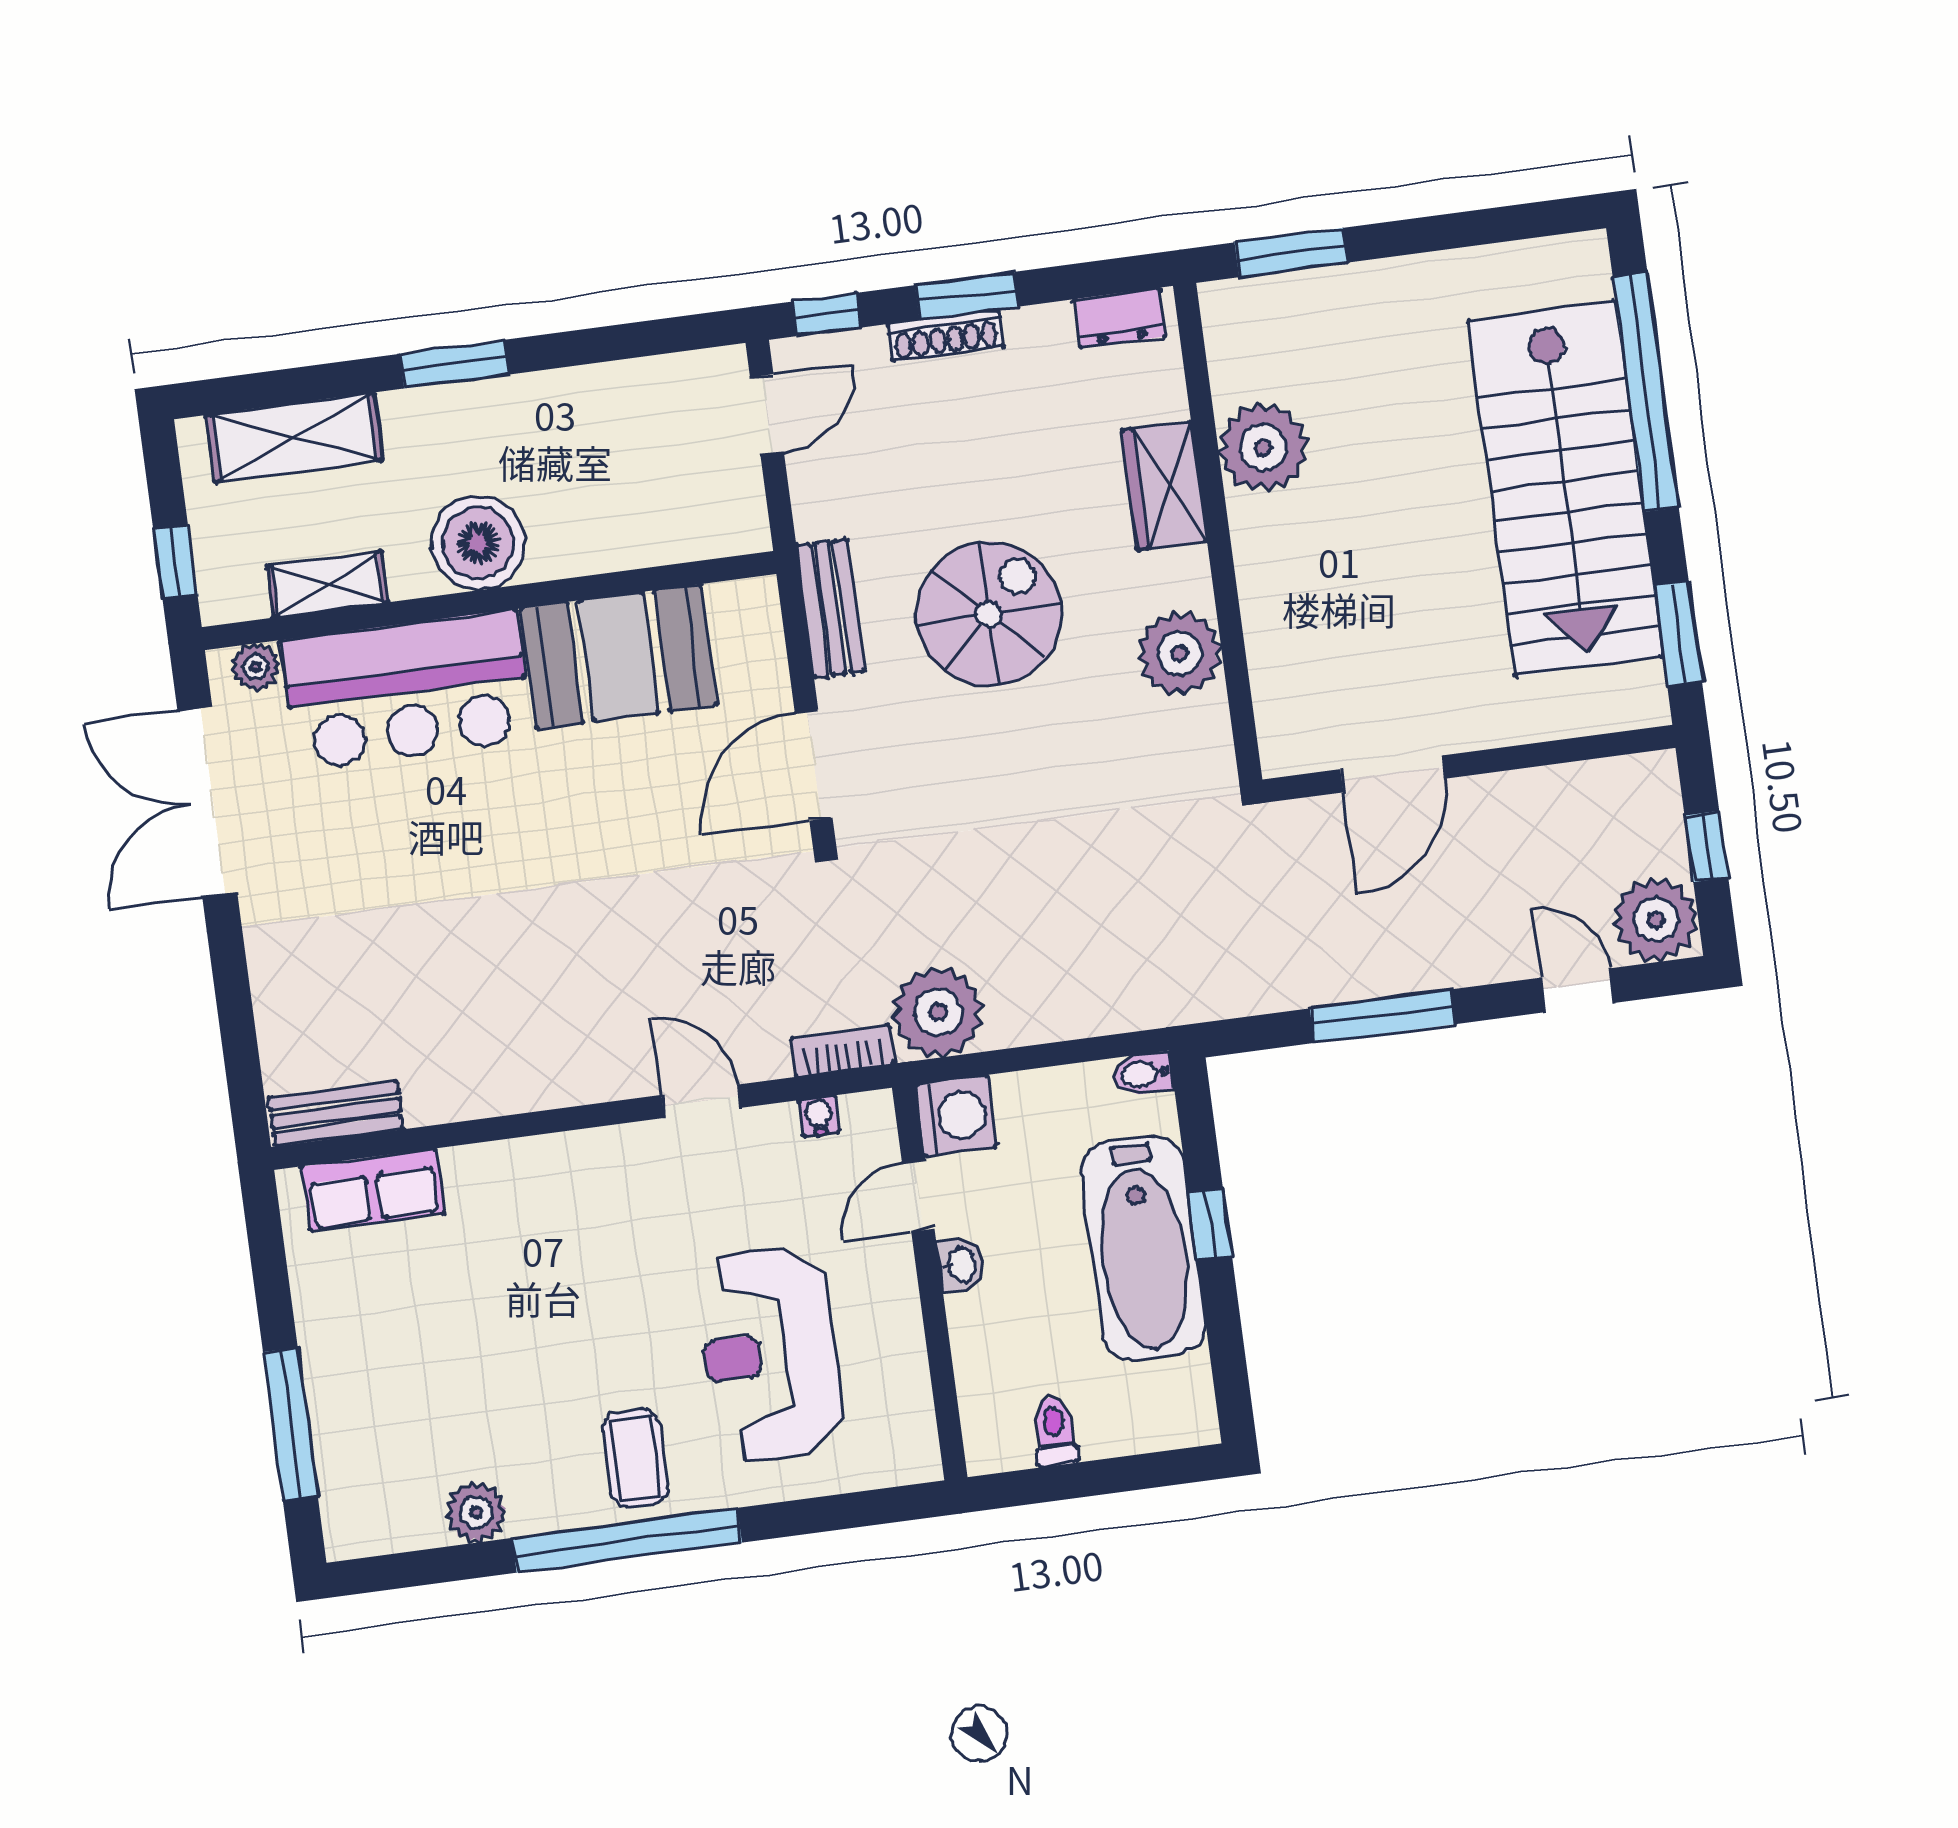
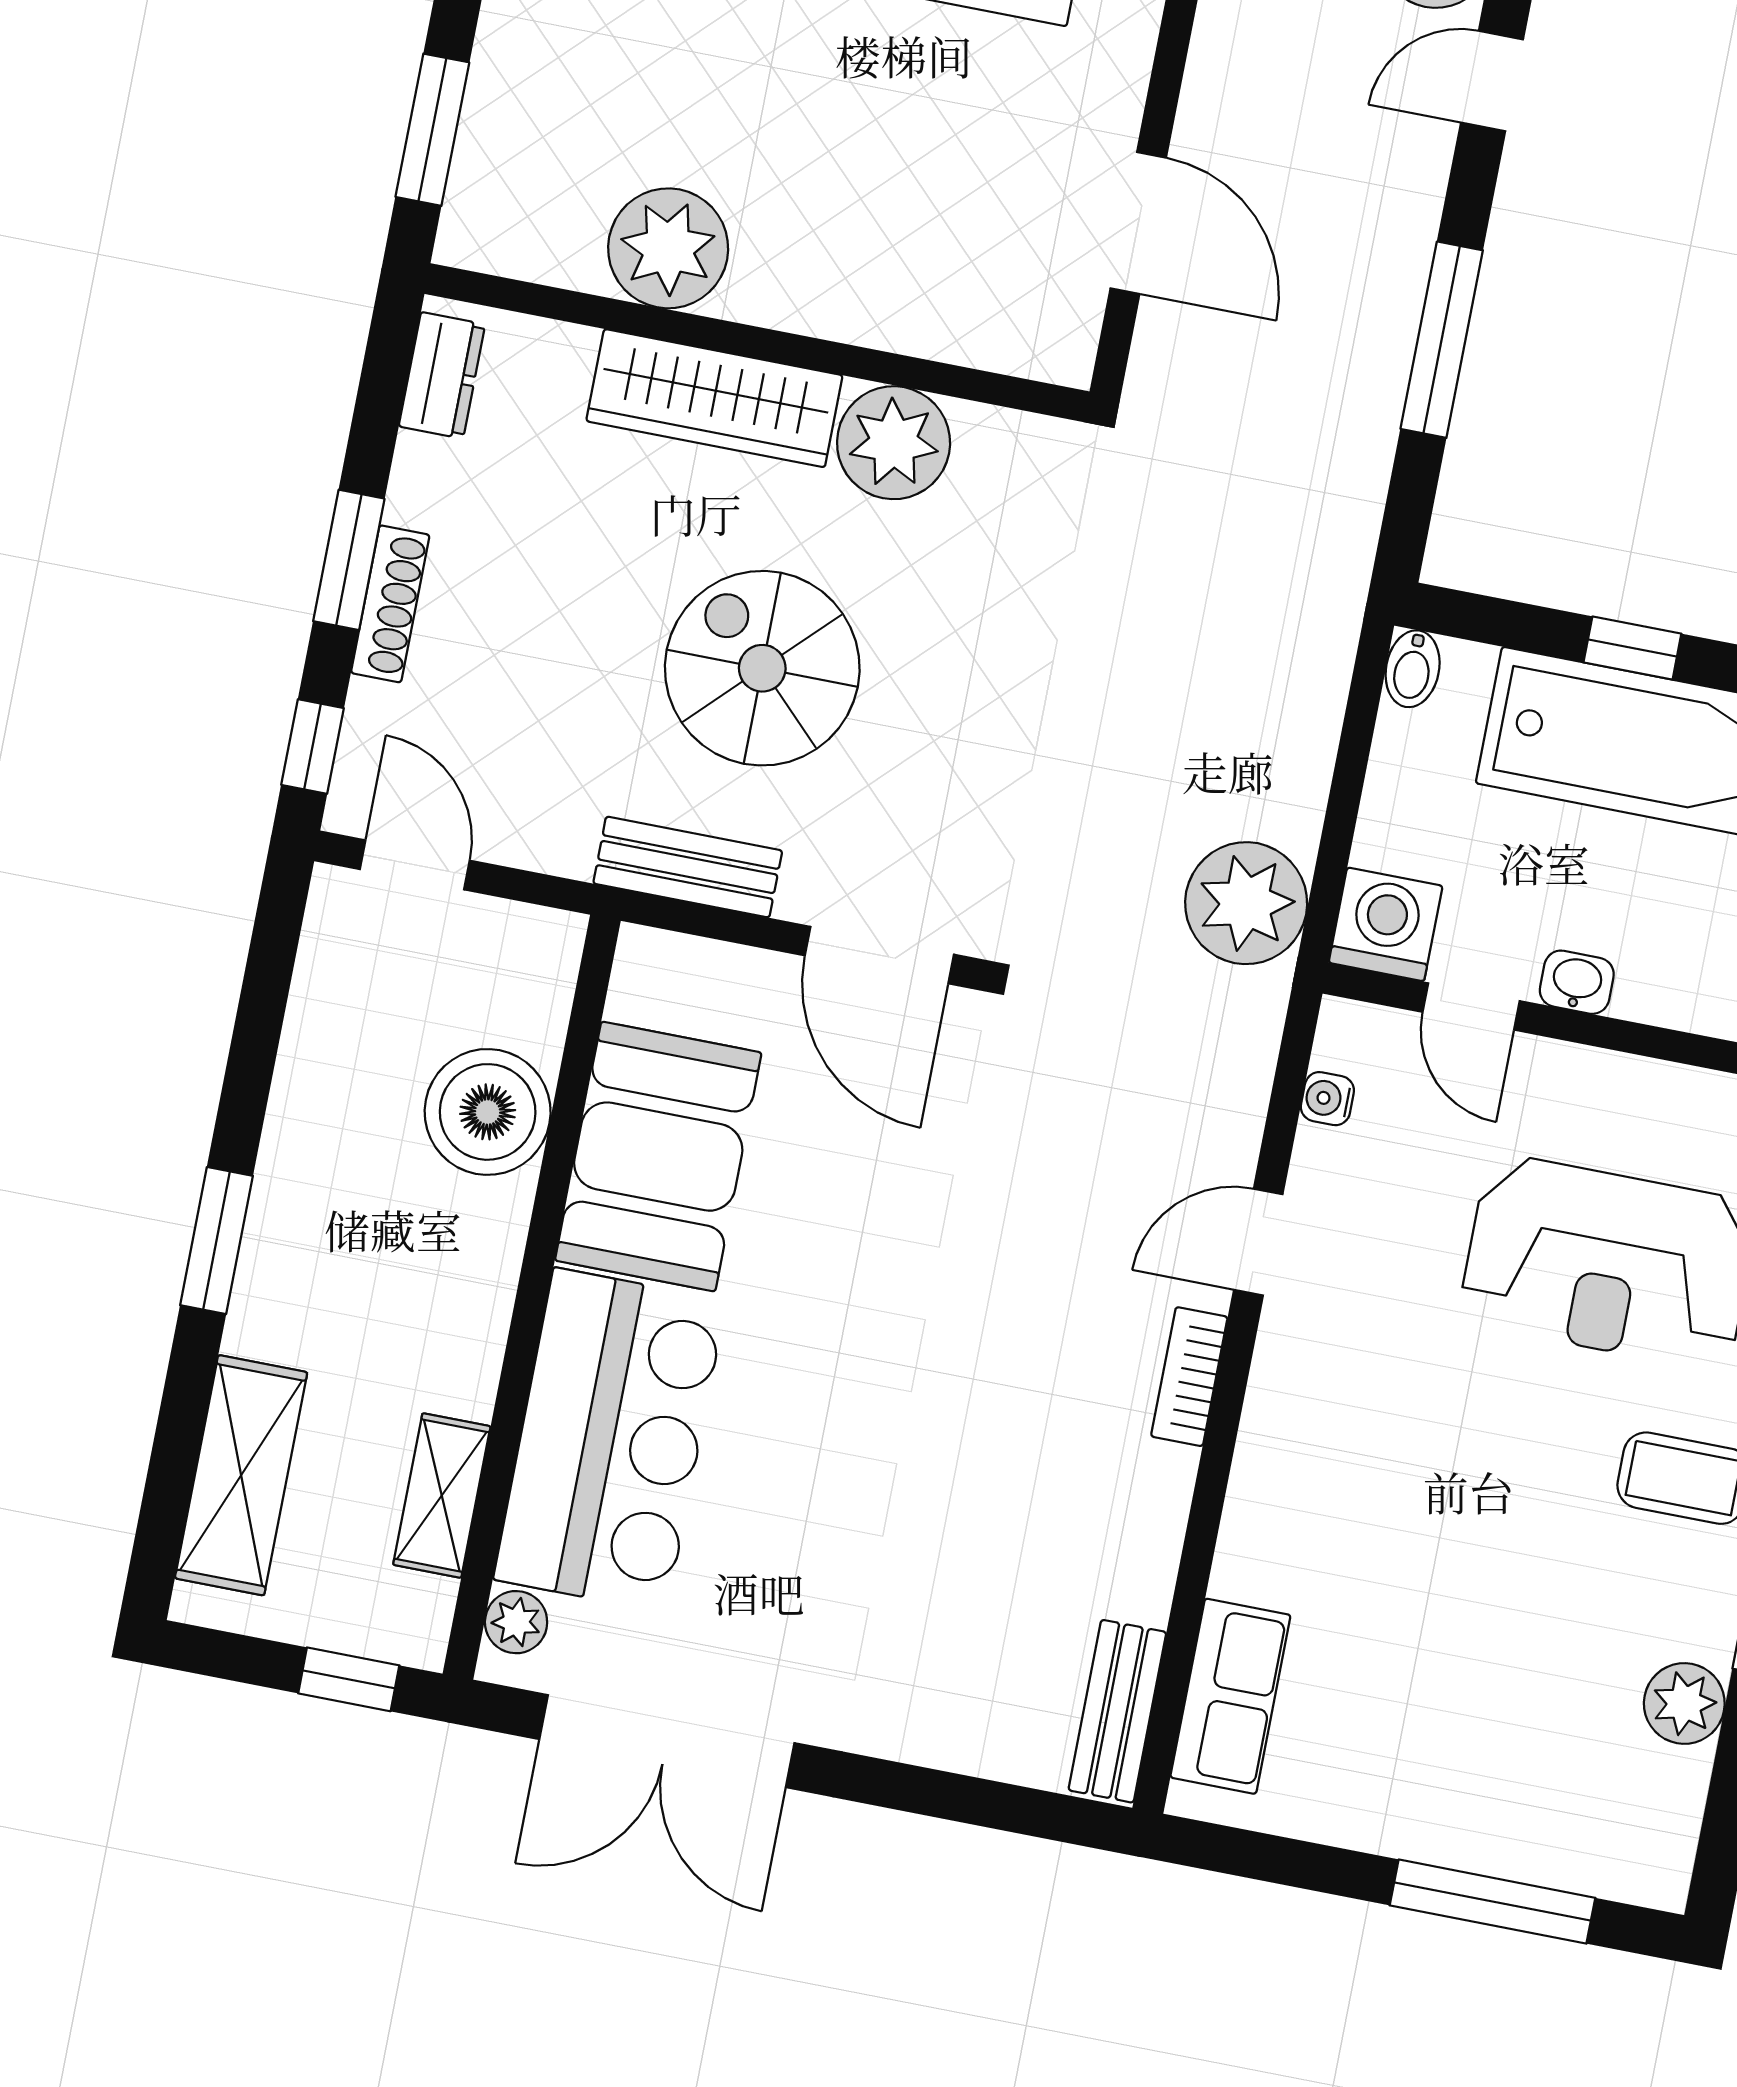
wardrobe: (1164, 486) -> (714, 398), width x1.50
boiler: (478, 543) -> (488, 1112), moved
bookcase: (843, 1051) -> (1189, 1377), moved

